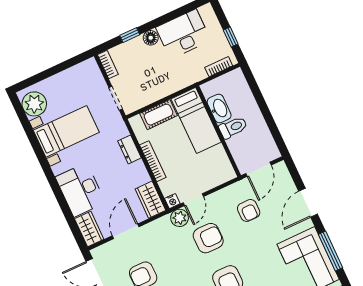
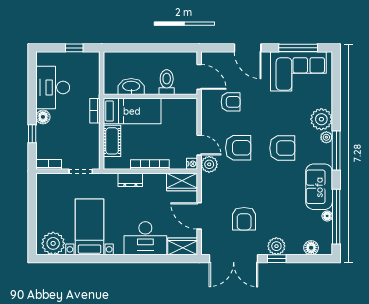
bookcase: (219, 67) -> (95, 111), moved
toilet: (233, 127) -> (167, 82), moved
armchair: (208, 238) -> (238, 148), turned 90

